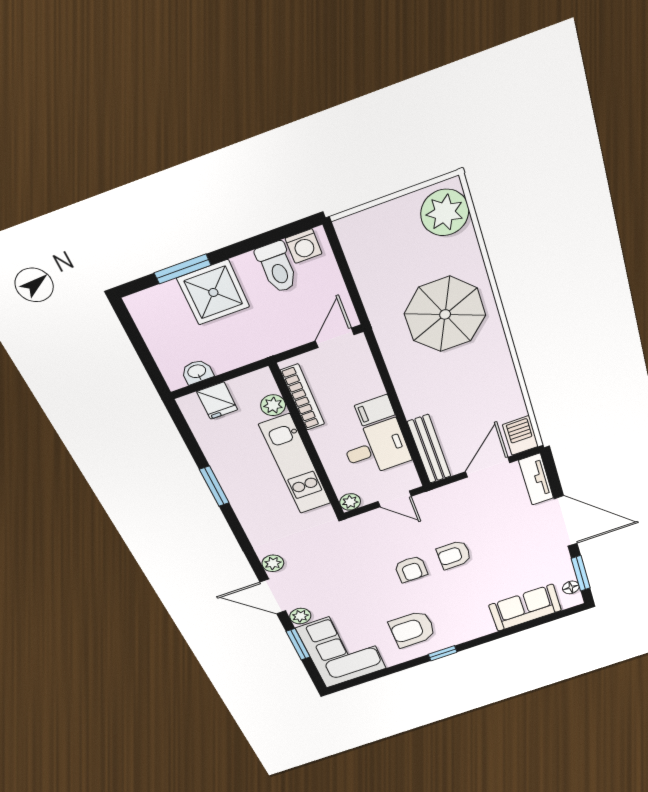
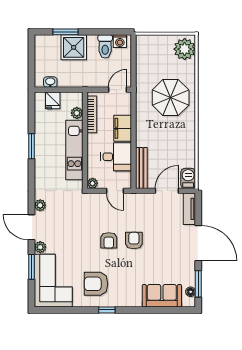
filing cabinet: (375, 410) -> (123, 128), width x2.00
armchair: (454, 555) -> (134, 241), turned 90

